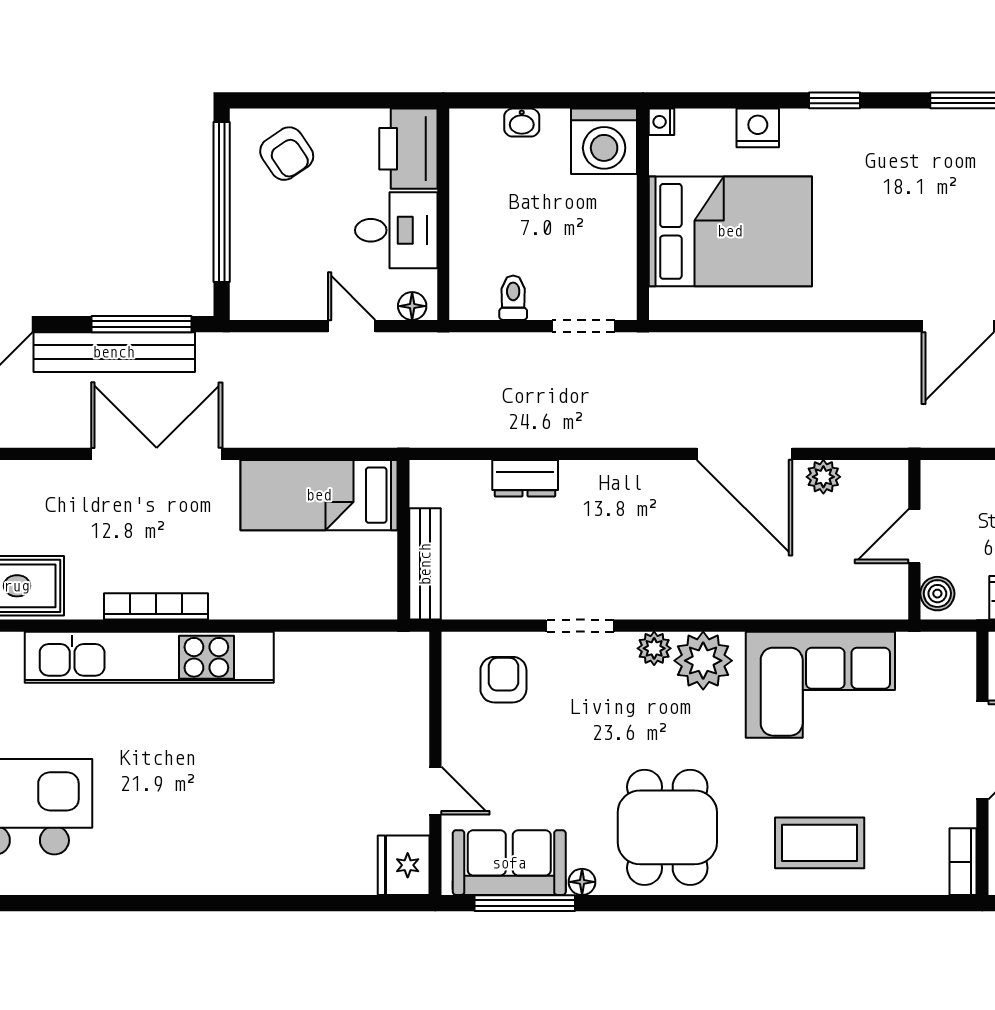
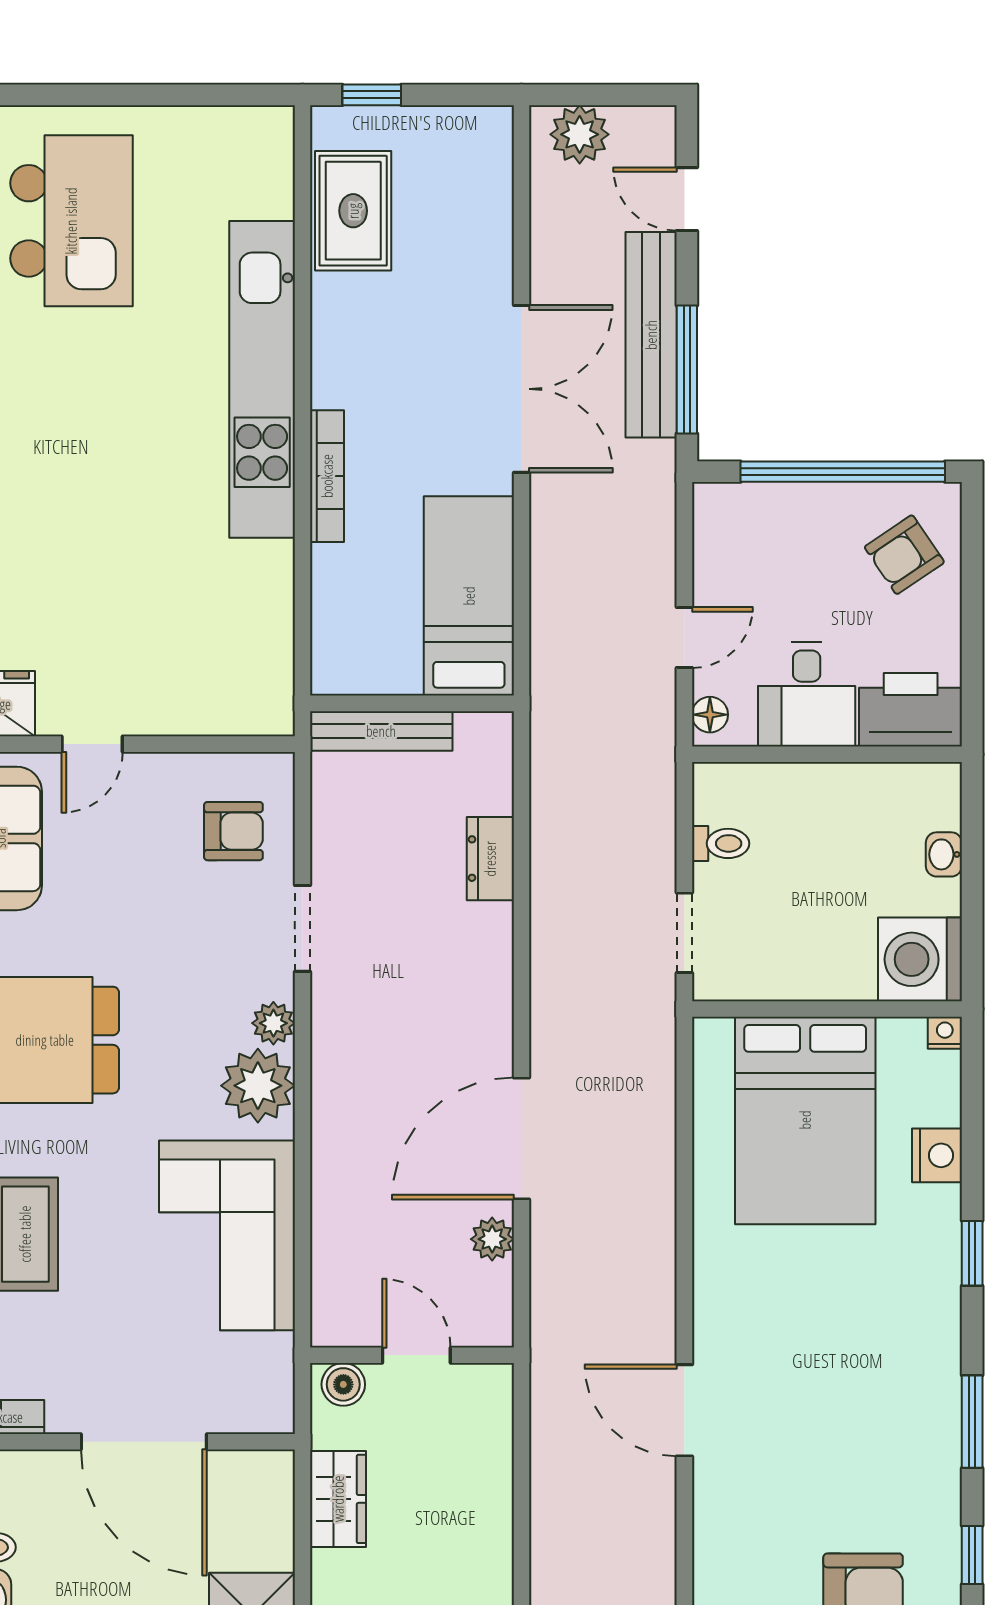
bookcase: (156, 606) -> (327, 476), moved

